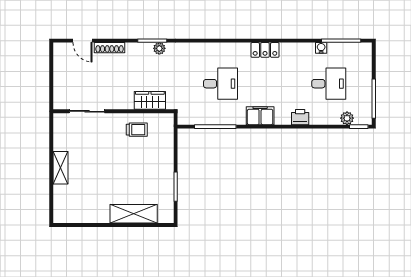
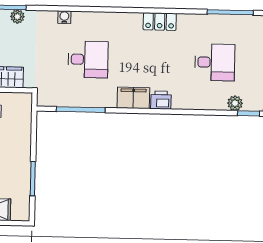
water cooler: (321, 48) -> (64, 17), moved
locker: (265, 50) -> (160, 22), moved
printer: (300, 117) -> (161, 100), moved

